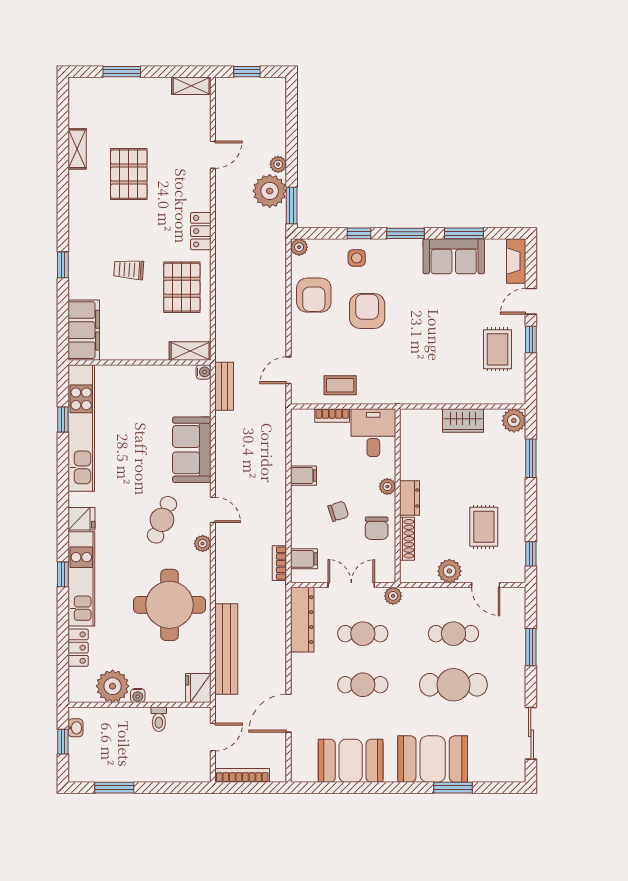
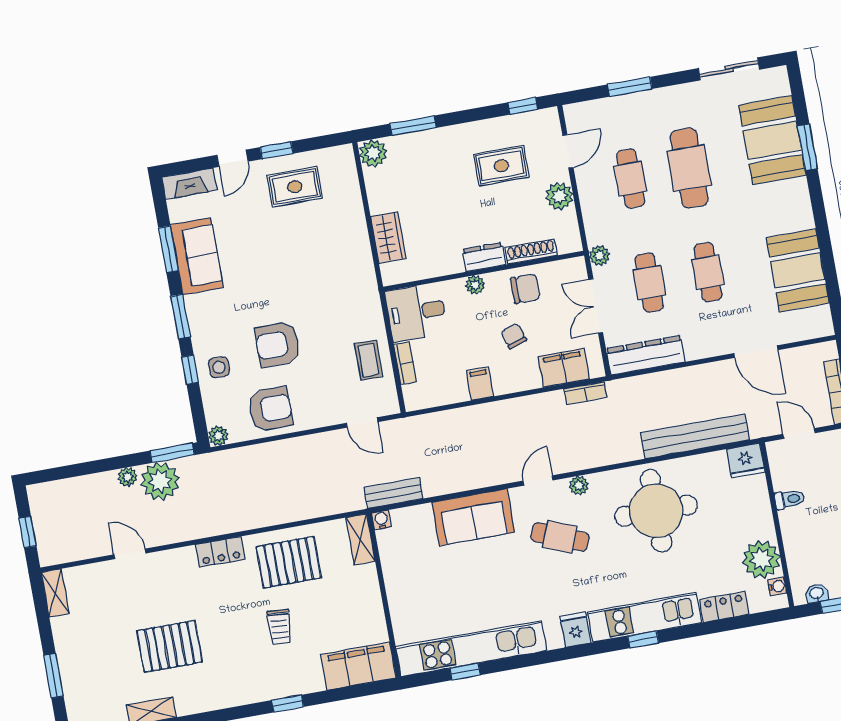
door: (531, 301) -> (233, 158), hinge flipped
wardrobe: (463, 420) -> (388, 237), moved
filing cabinet: (304, 559) -> (564, 368), width x2.00
water cooler: (138, 695) -> (777, 586), moved
booth: (433, 759) -> (772, 140), moved

